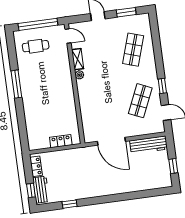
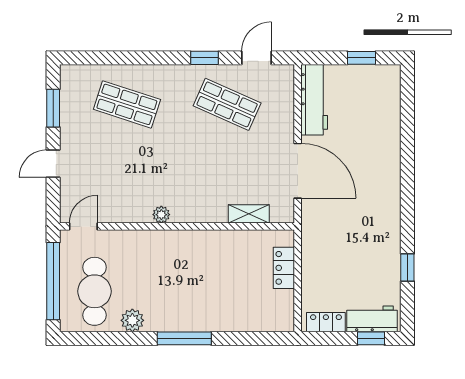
cafe table: (36, 46) -> (94, 291), width x1.37, depth x1.35
shelving: (78, 59) -> (249, 214), moved
plant: (23, 68) -> (132, 320), added
window: (16, 84) -> (184, 338), moved
door: (111, 141) -> (298, 171), hinge flipped

